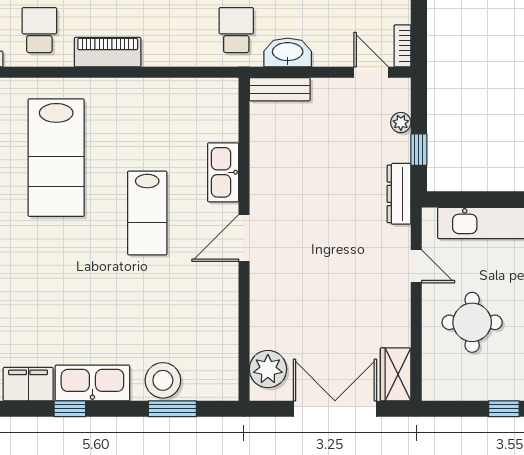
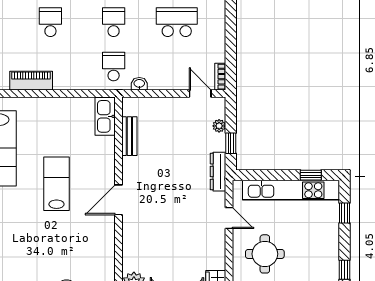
washbasin: (288, 52) -> (139, 84), width x0.52, depth x0.69
bench: (280, 89) -> (129, 136), moved, turned 90
kitchen sink: (223, 172) -> (105, 116), moved
lab bench: (147, 213) -> (56, 184), turned 180

